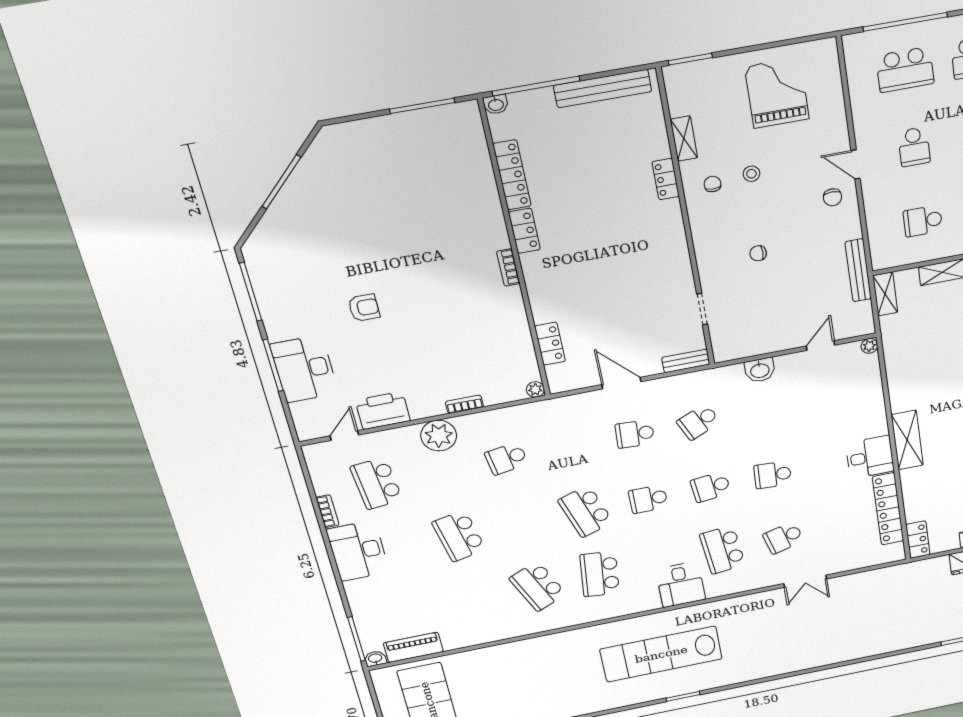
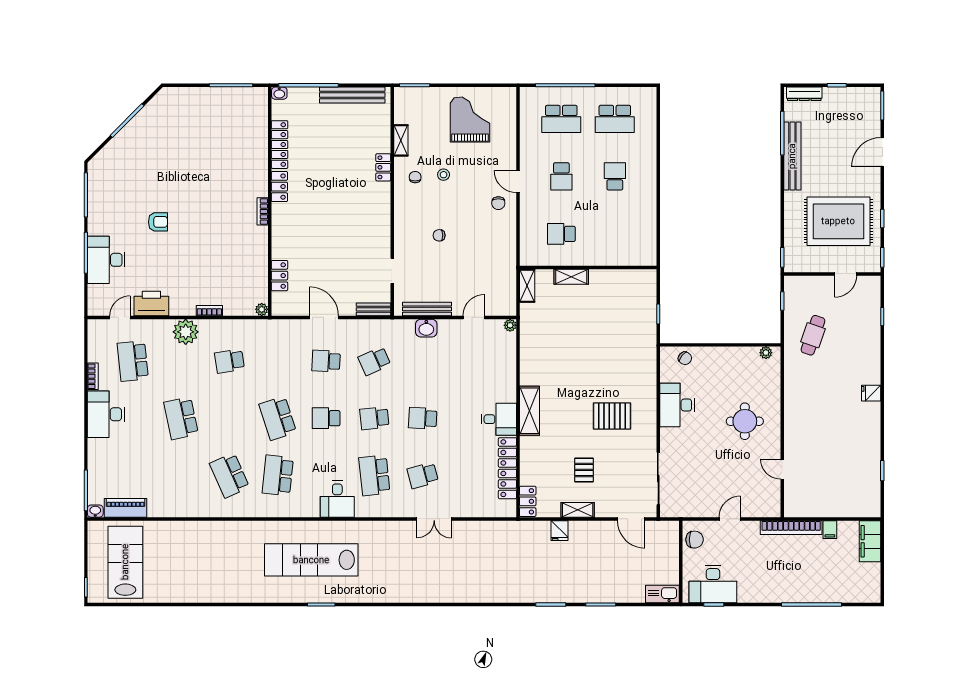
bench: (858, 270) -> (427, 309), moved, turned 90

